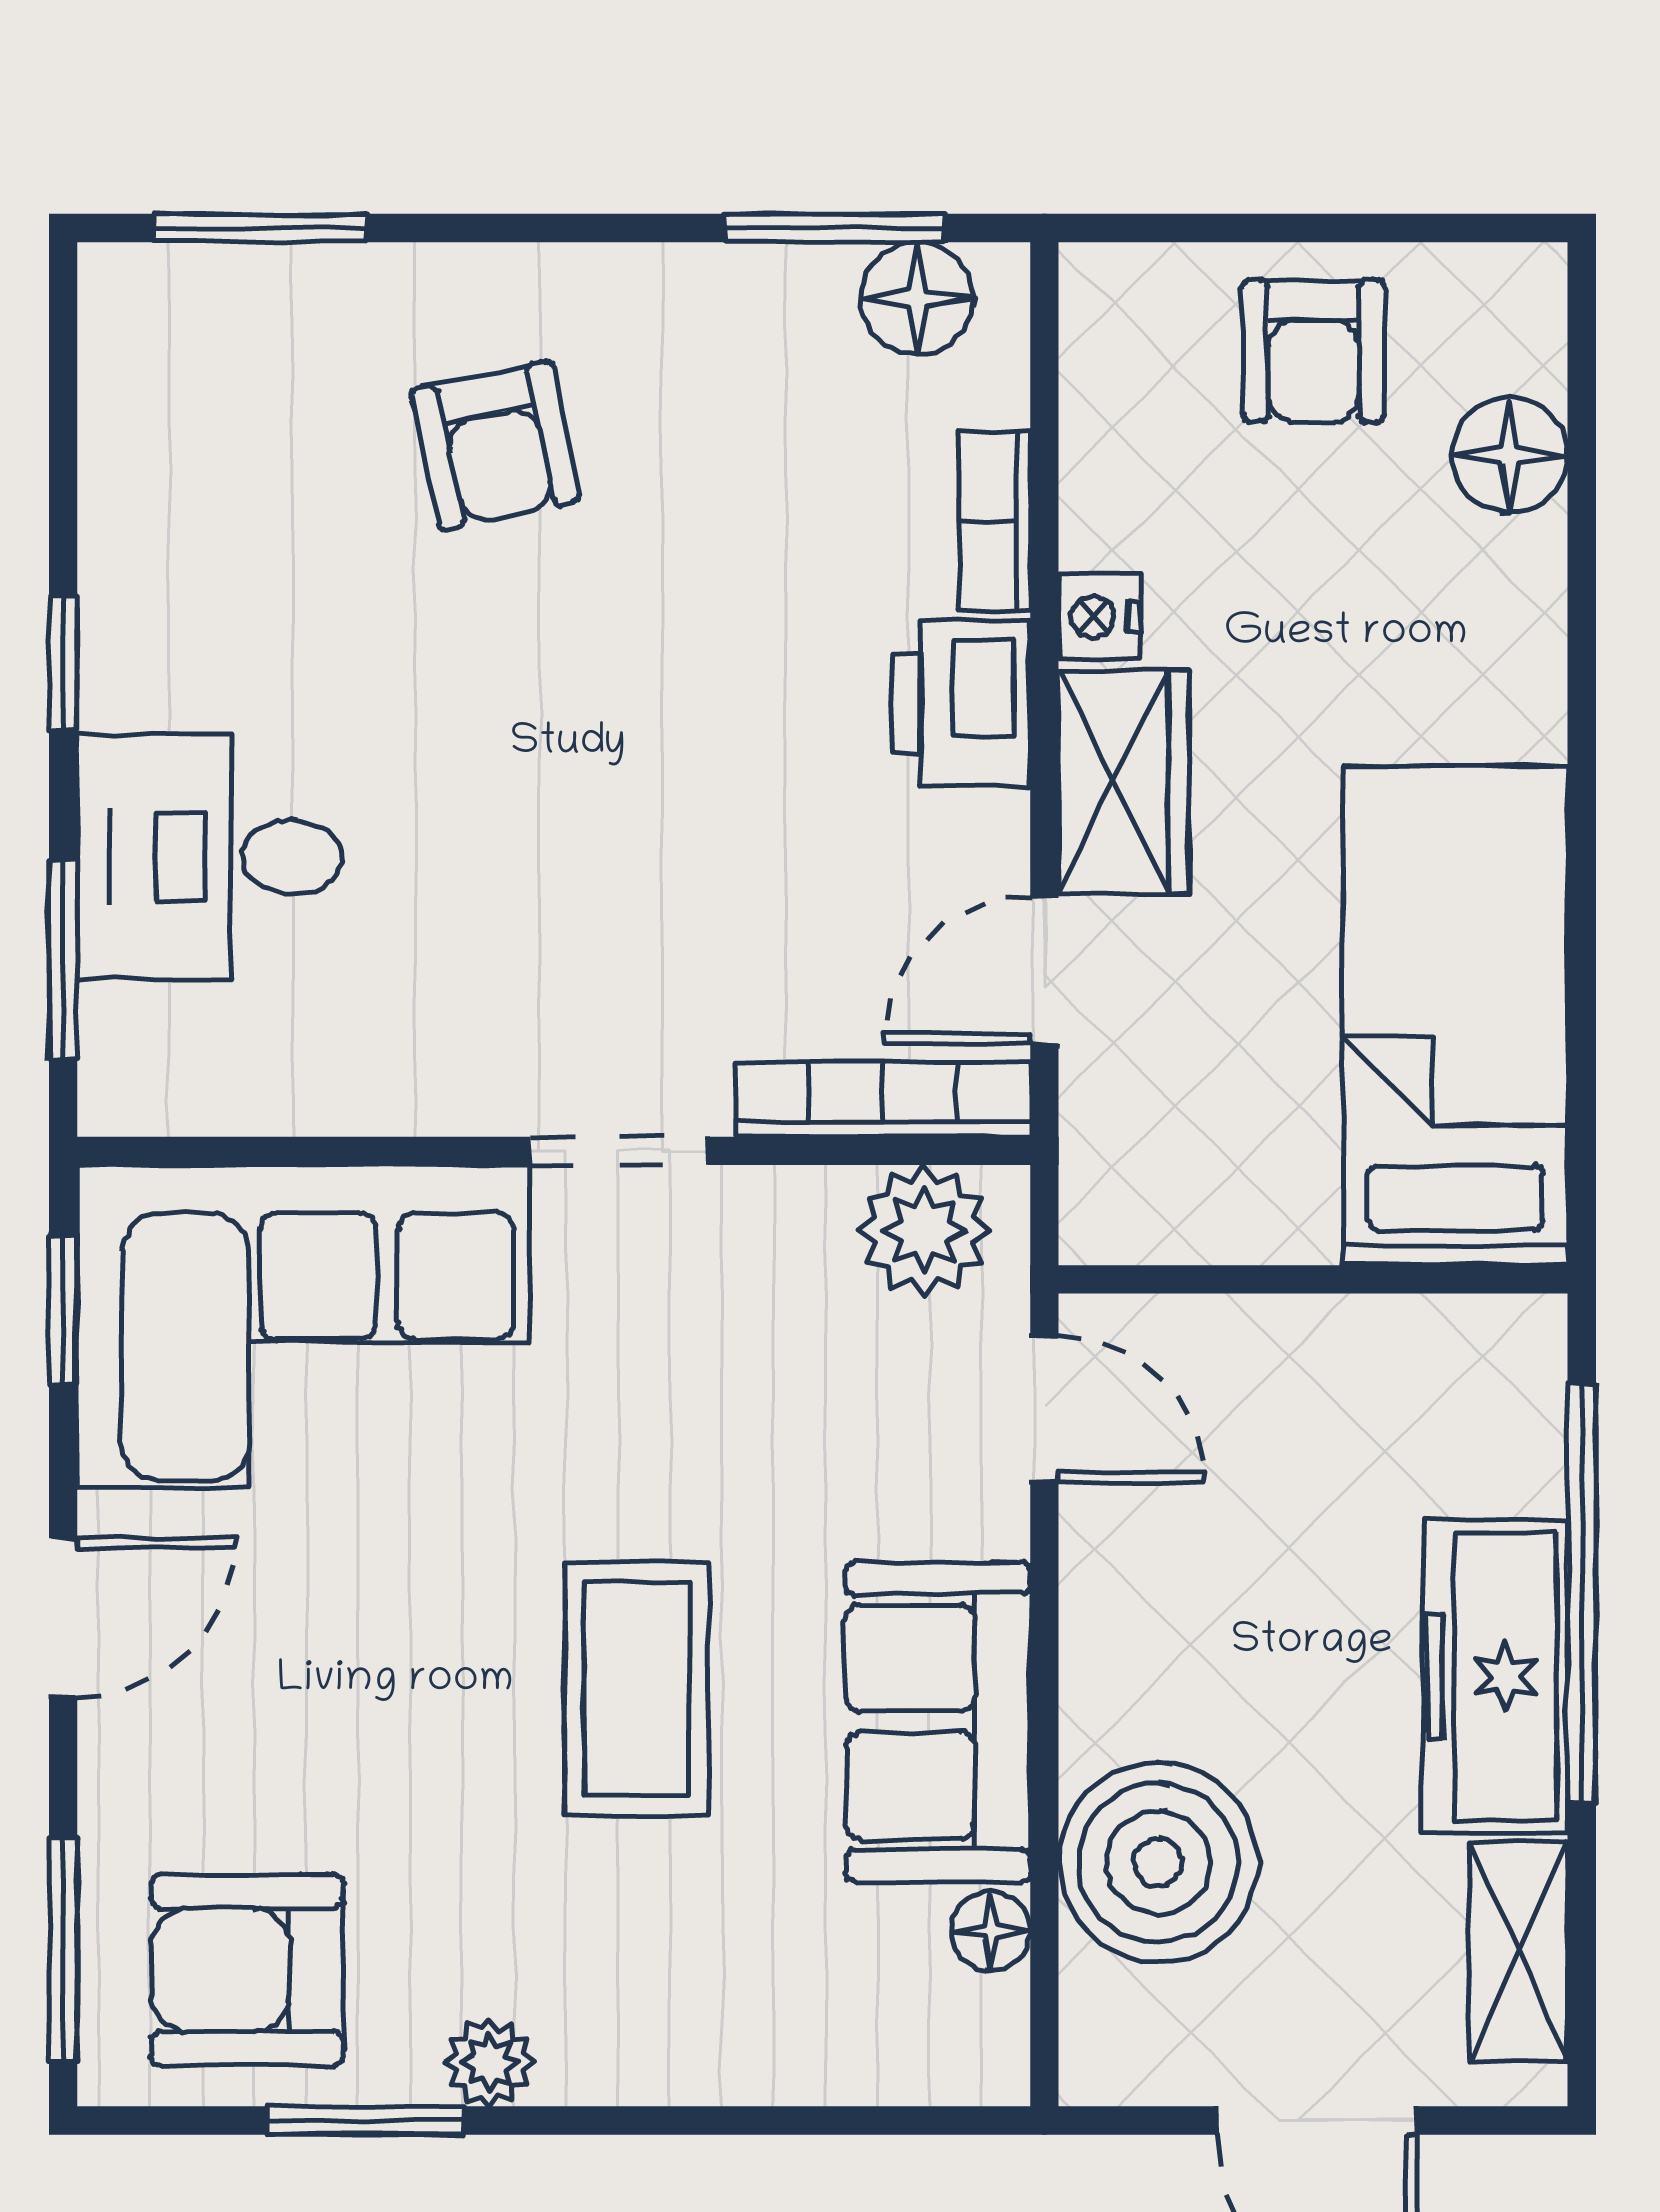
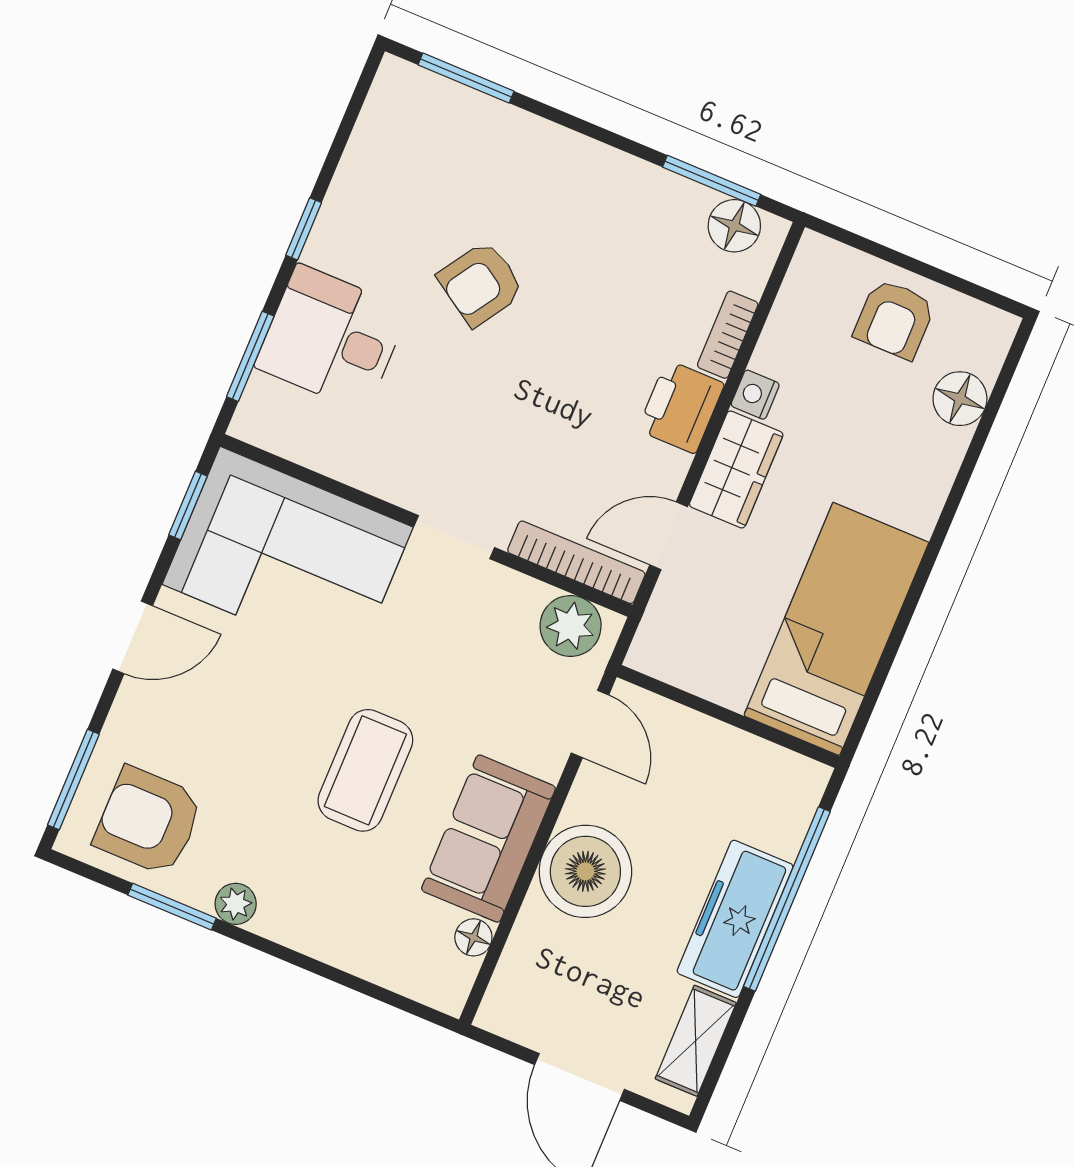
armchair: (495, 445) -> (481, 284), moved, turned 45
boiler: (1158, 1862) -> (585, 871), moved

